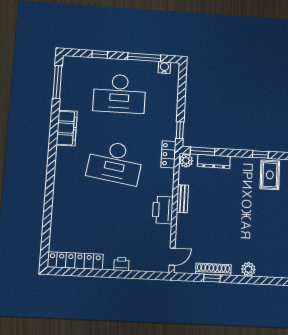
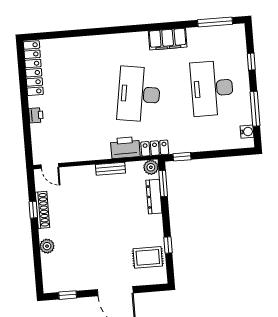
printer: (163, 210) -> (125, 148), moved

